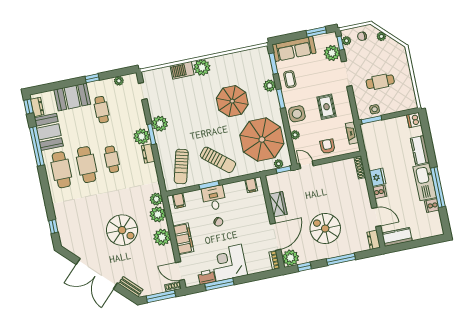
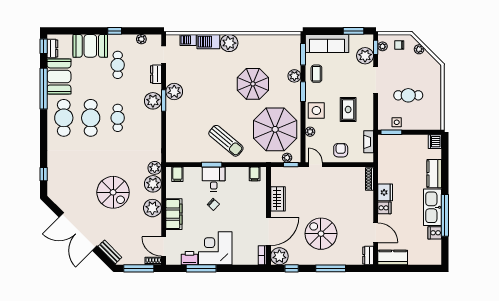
barbecue: (163, 73) -> (188, 40), added
dresser: (148, 153) -> (156, 74), moved
sun lounger: (181, 166) -> (187, 140), removed

